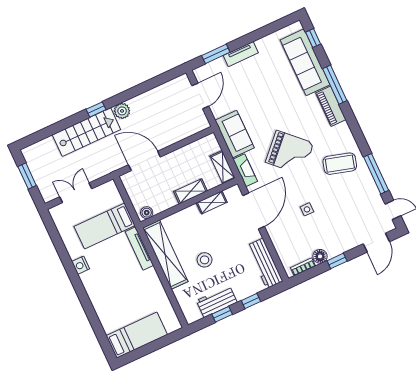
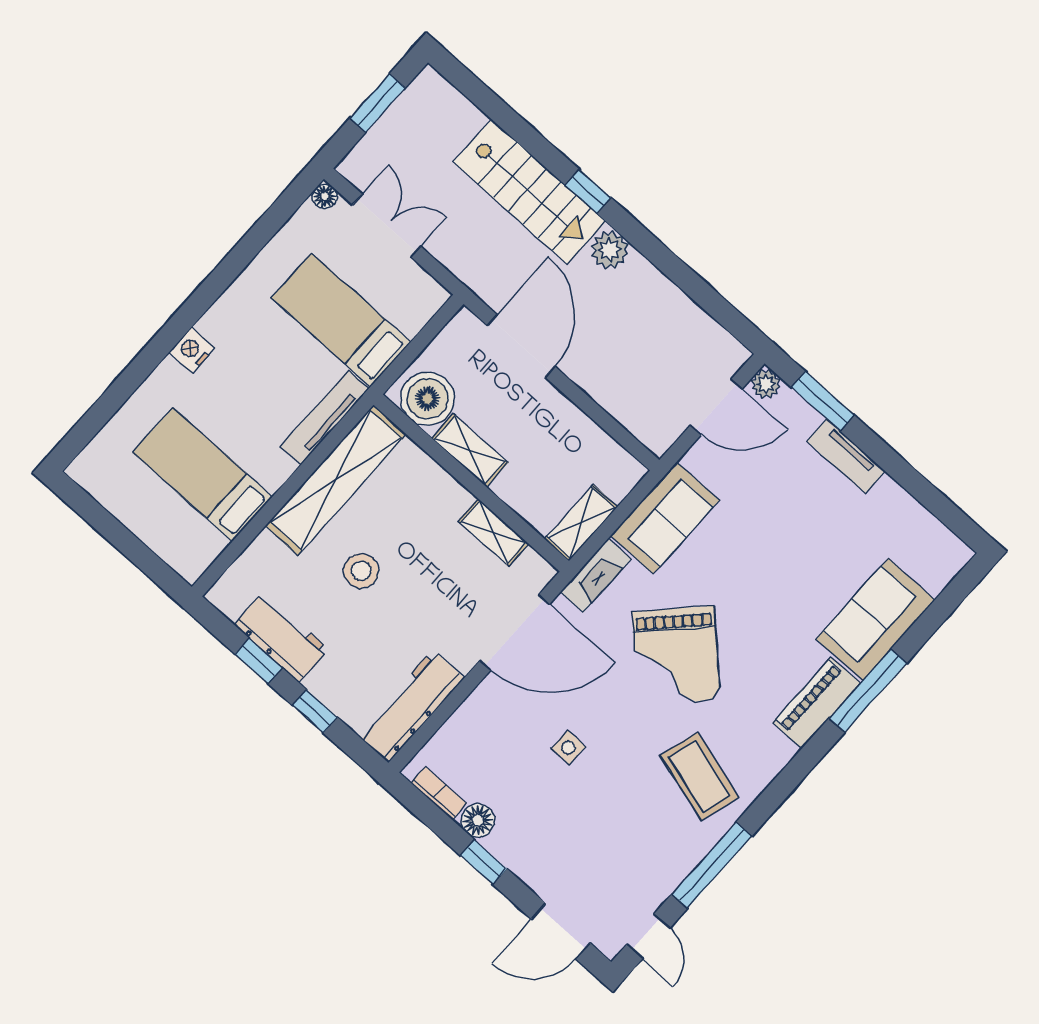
window: (313, 38) -> (949, 600), removed
sofa: (305, 62) -> (876, 619), width x0.73
plant: (200, 73) -> (766, 384), added
shelving: (191, 191) -> (470, 450), moved
floor lamp: (54, 212) -> (325, 196), added
boiler: (147, 213) -> (427, 399), width x1.86, depth x1.86
nightstand: (81, 265) -> (192, 350), moved
bed: (137, 335) -> (203, 475), moved, turned 180

